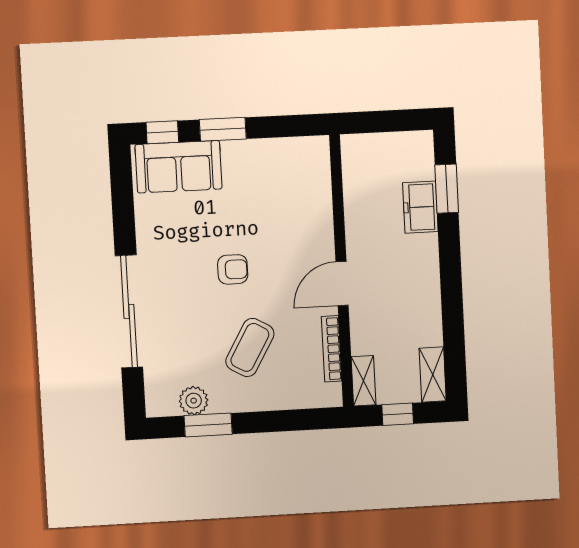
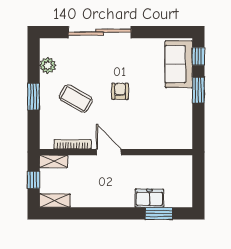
armchair: (233, 269) -> (120, 91), turned 180
window: (208, 425) -> (34, 96), moved

